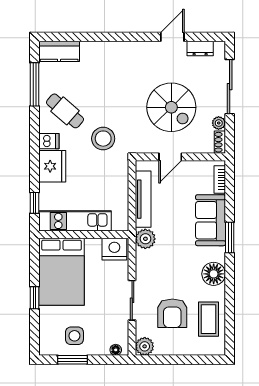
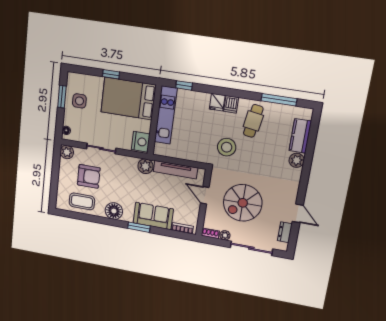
plant: (105, 50) -> (297, 160), added
kitchen counter: (59, 51) -> (300, 136), moved
cafe table: (65, 111) -> (253, 121), turned -32
fridge: (52, 166) -> (217, 102), width x0.53, depth x0.75
armchair: (172, 313) -> (89, 176), turned 180

